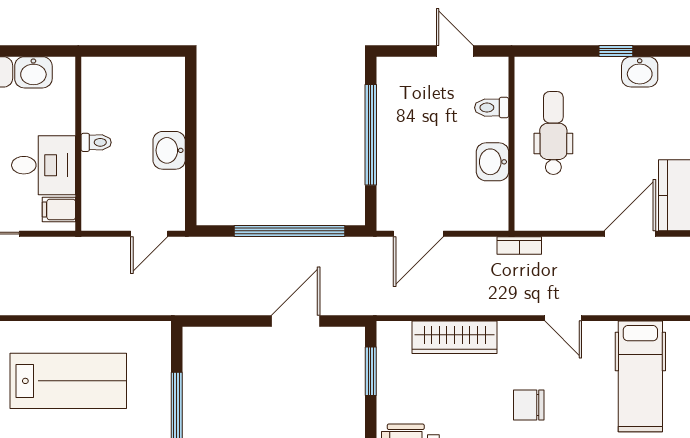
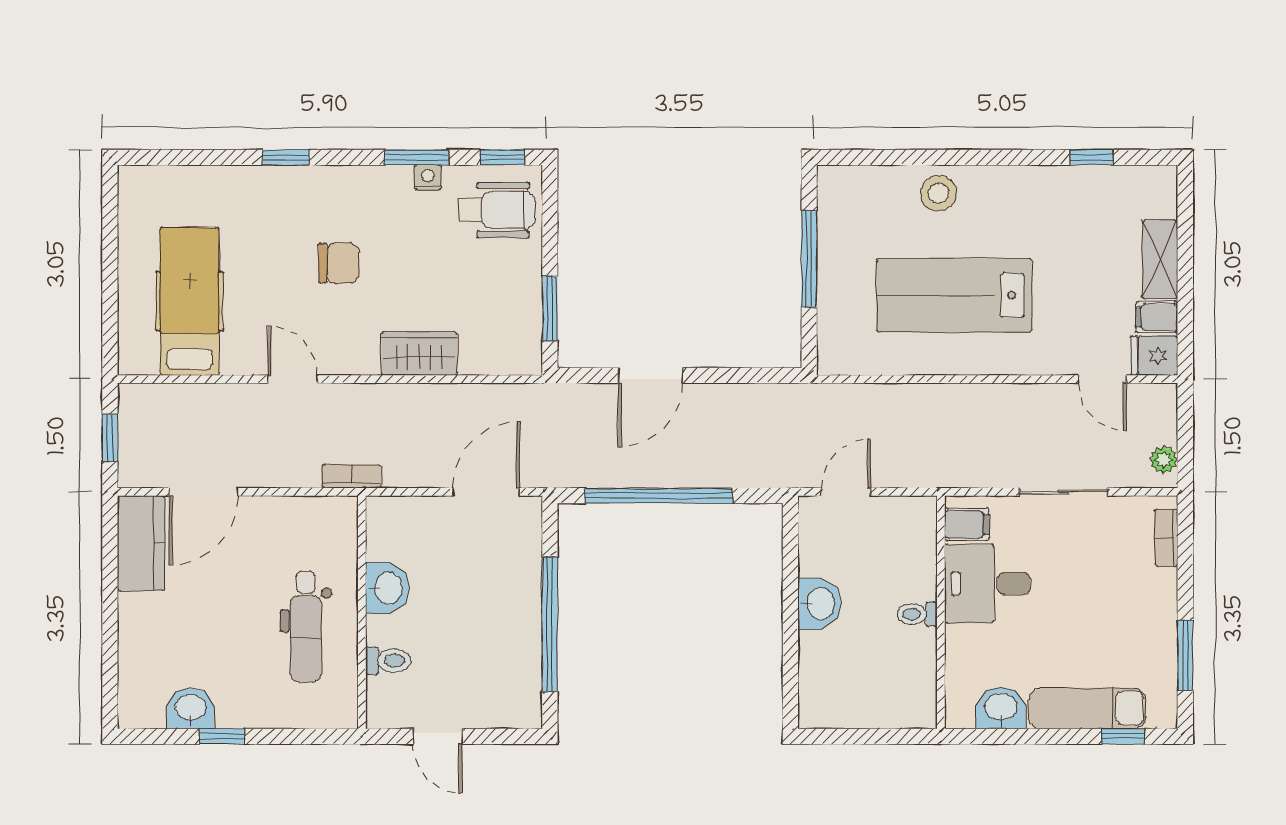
wardrobe: (455, 337) -> (419, 353), width x0.67

